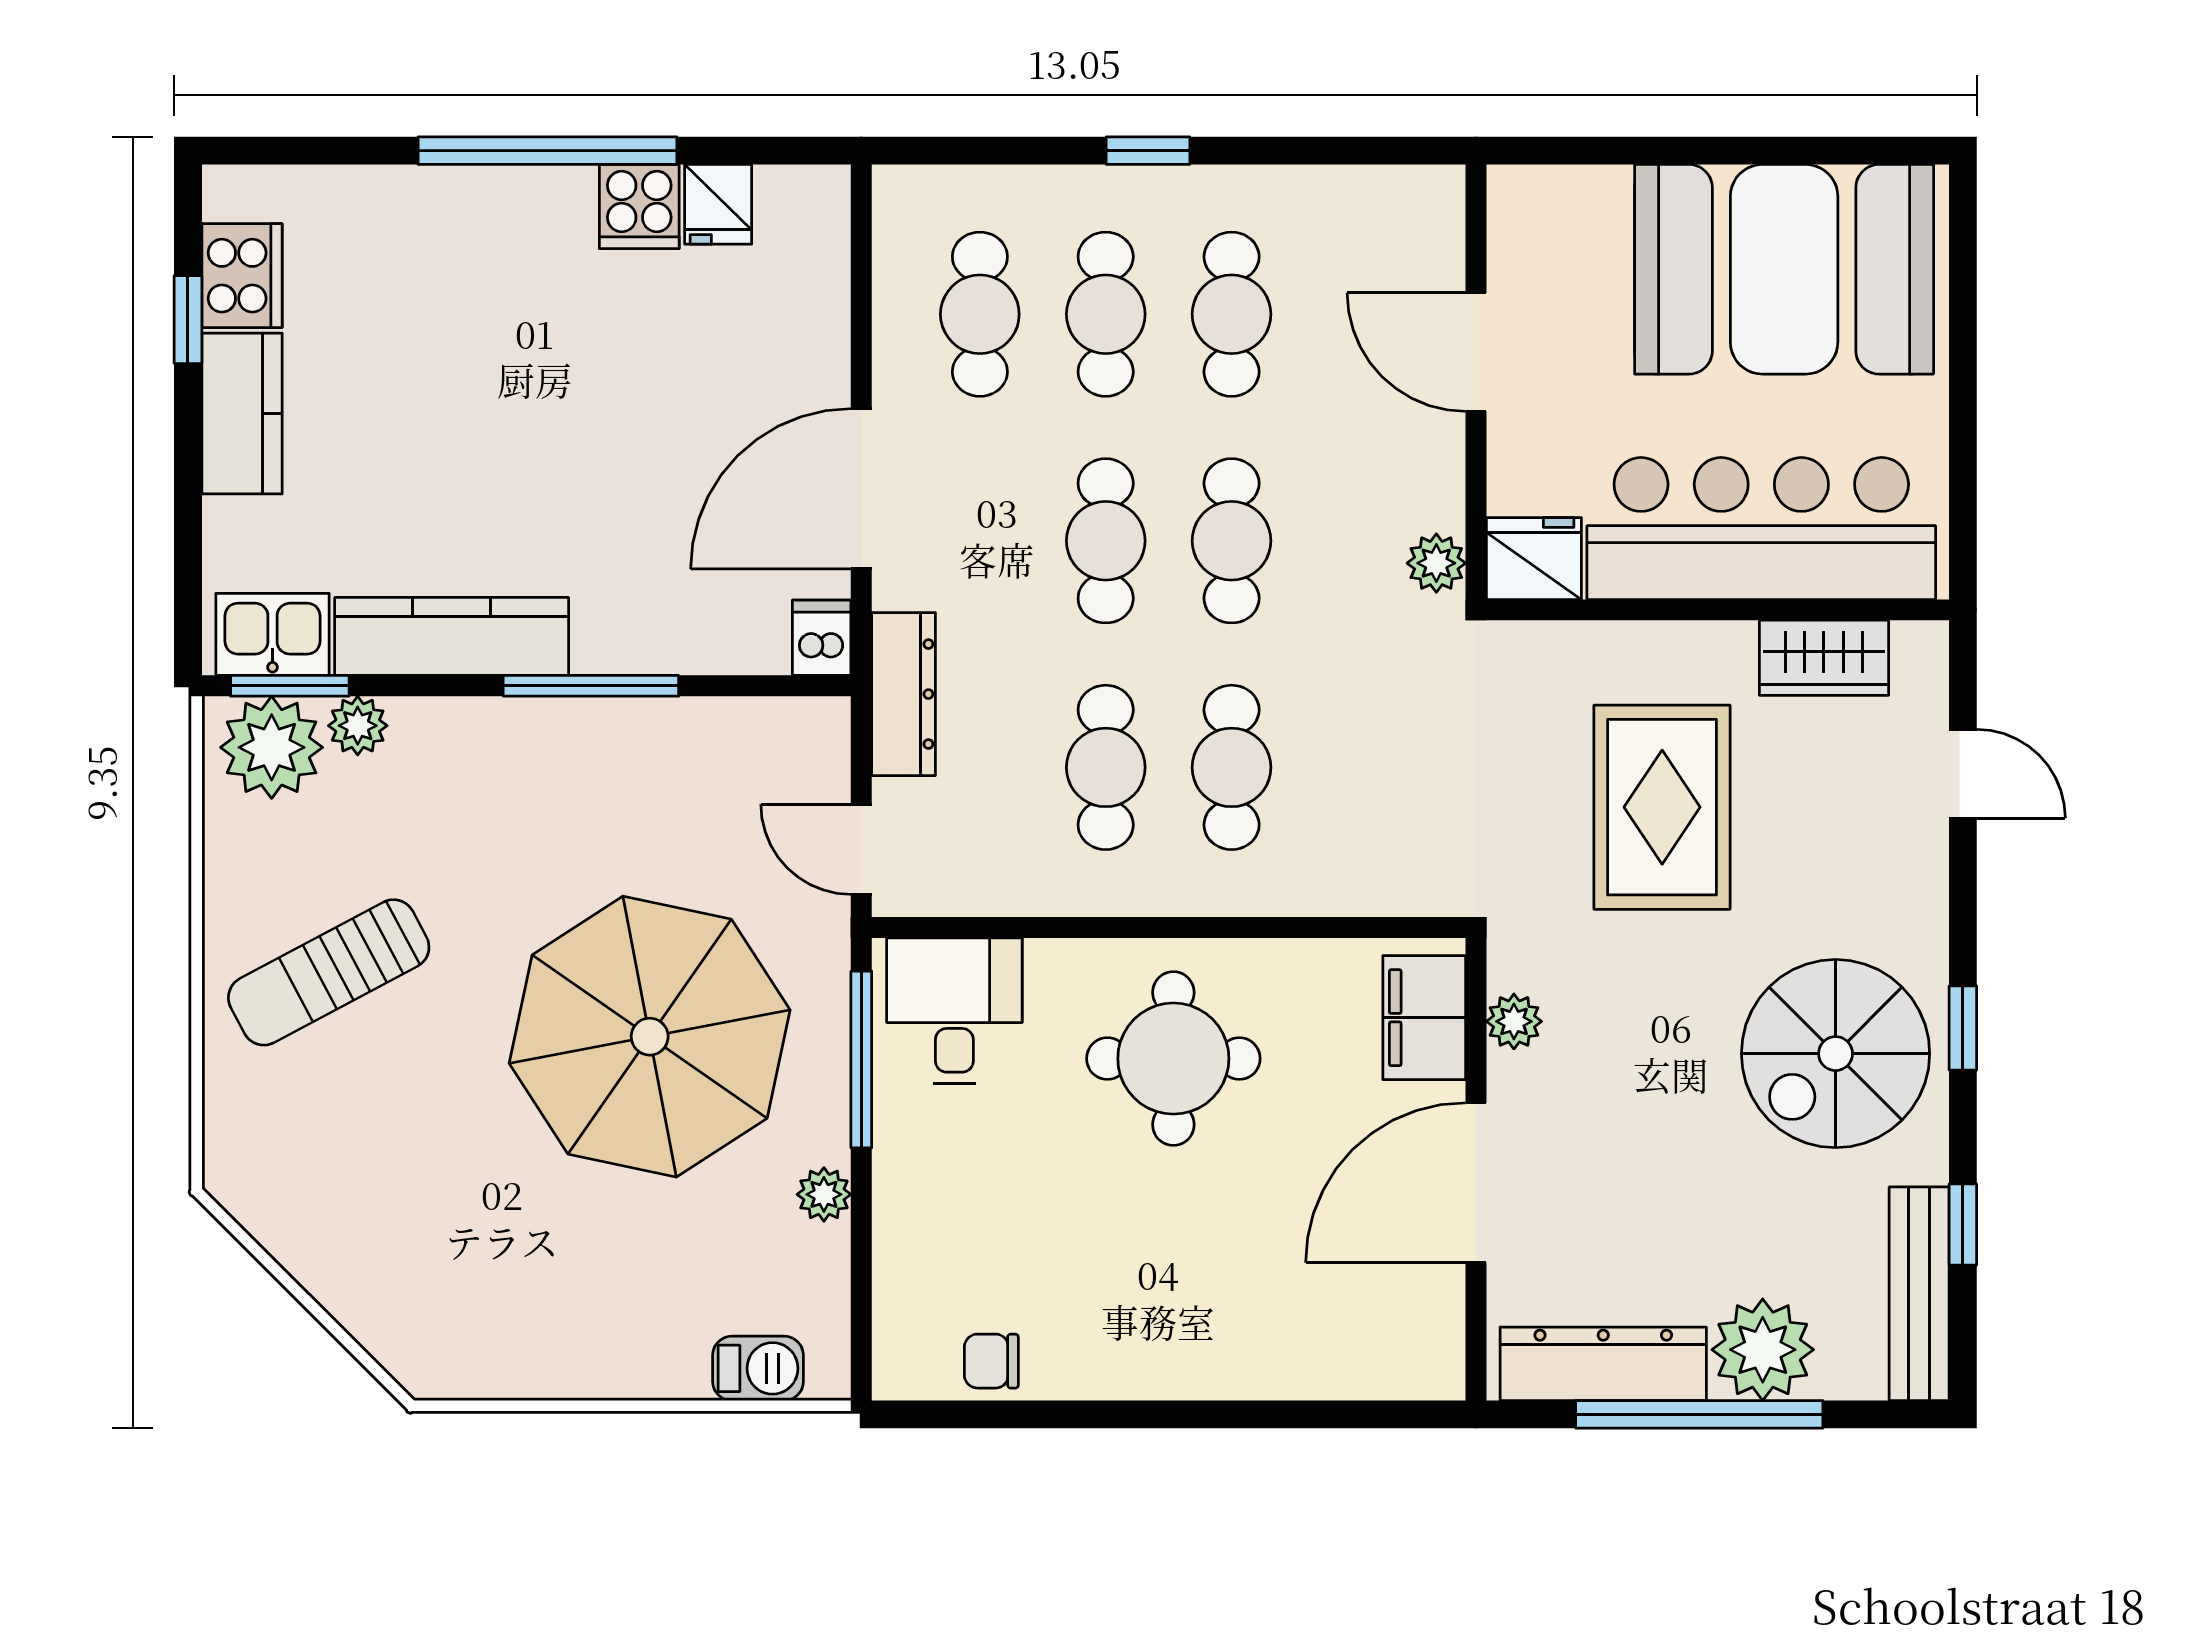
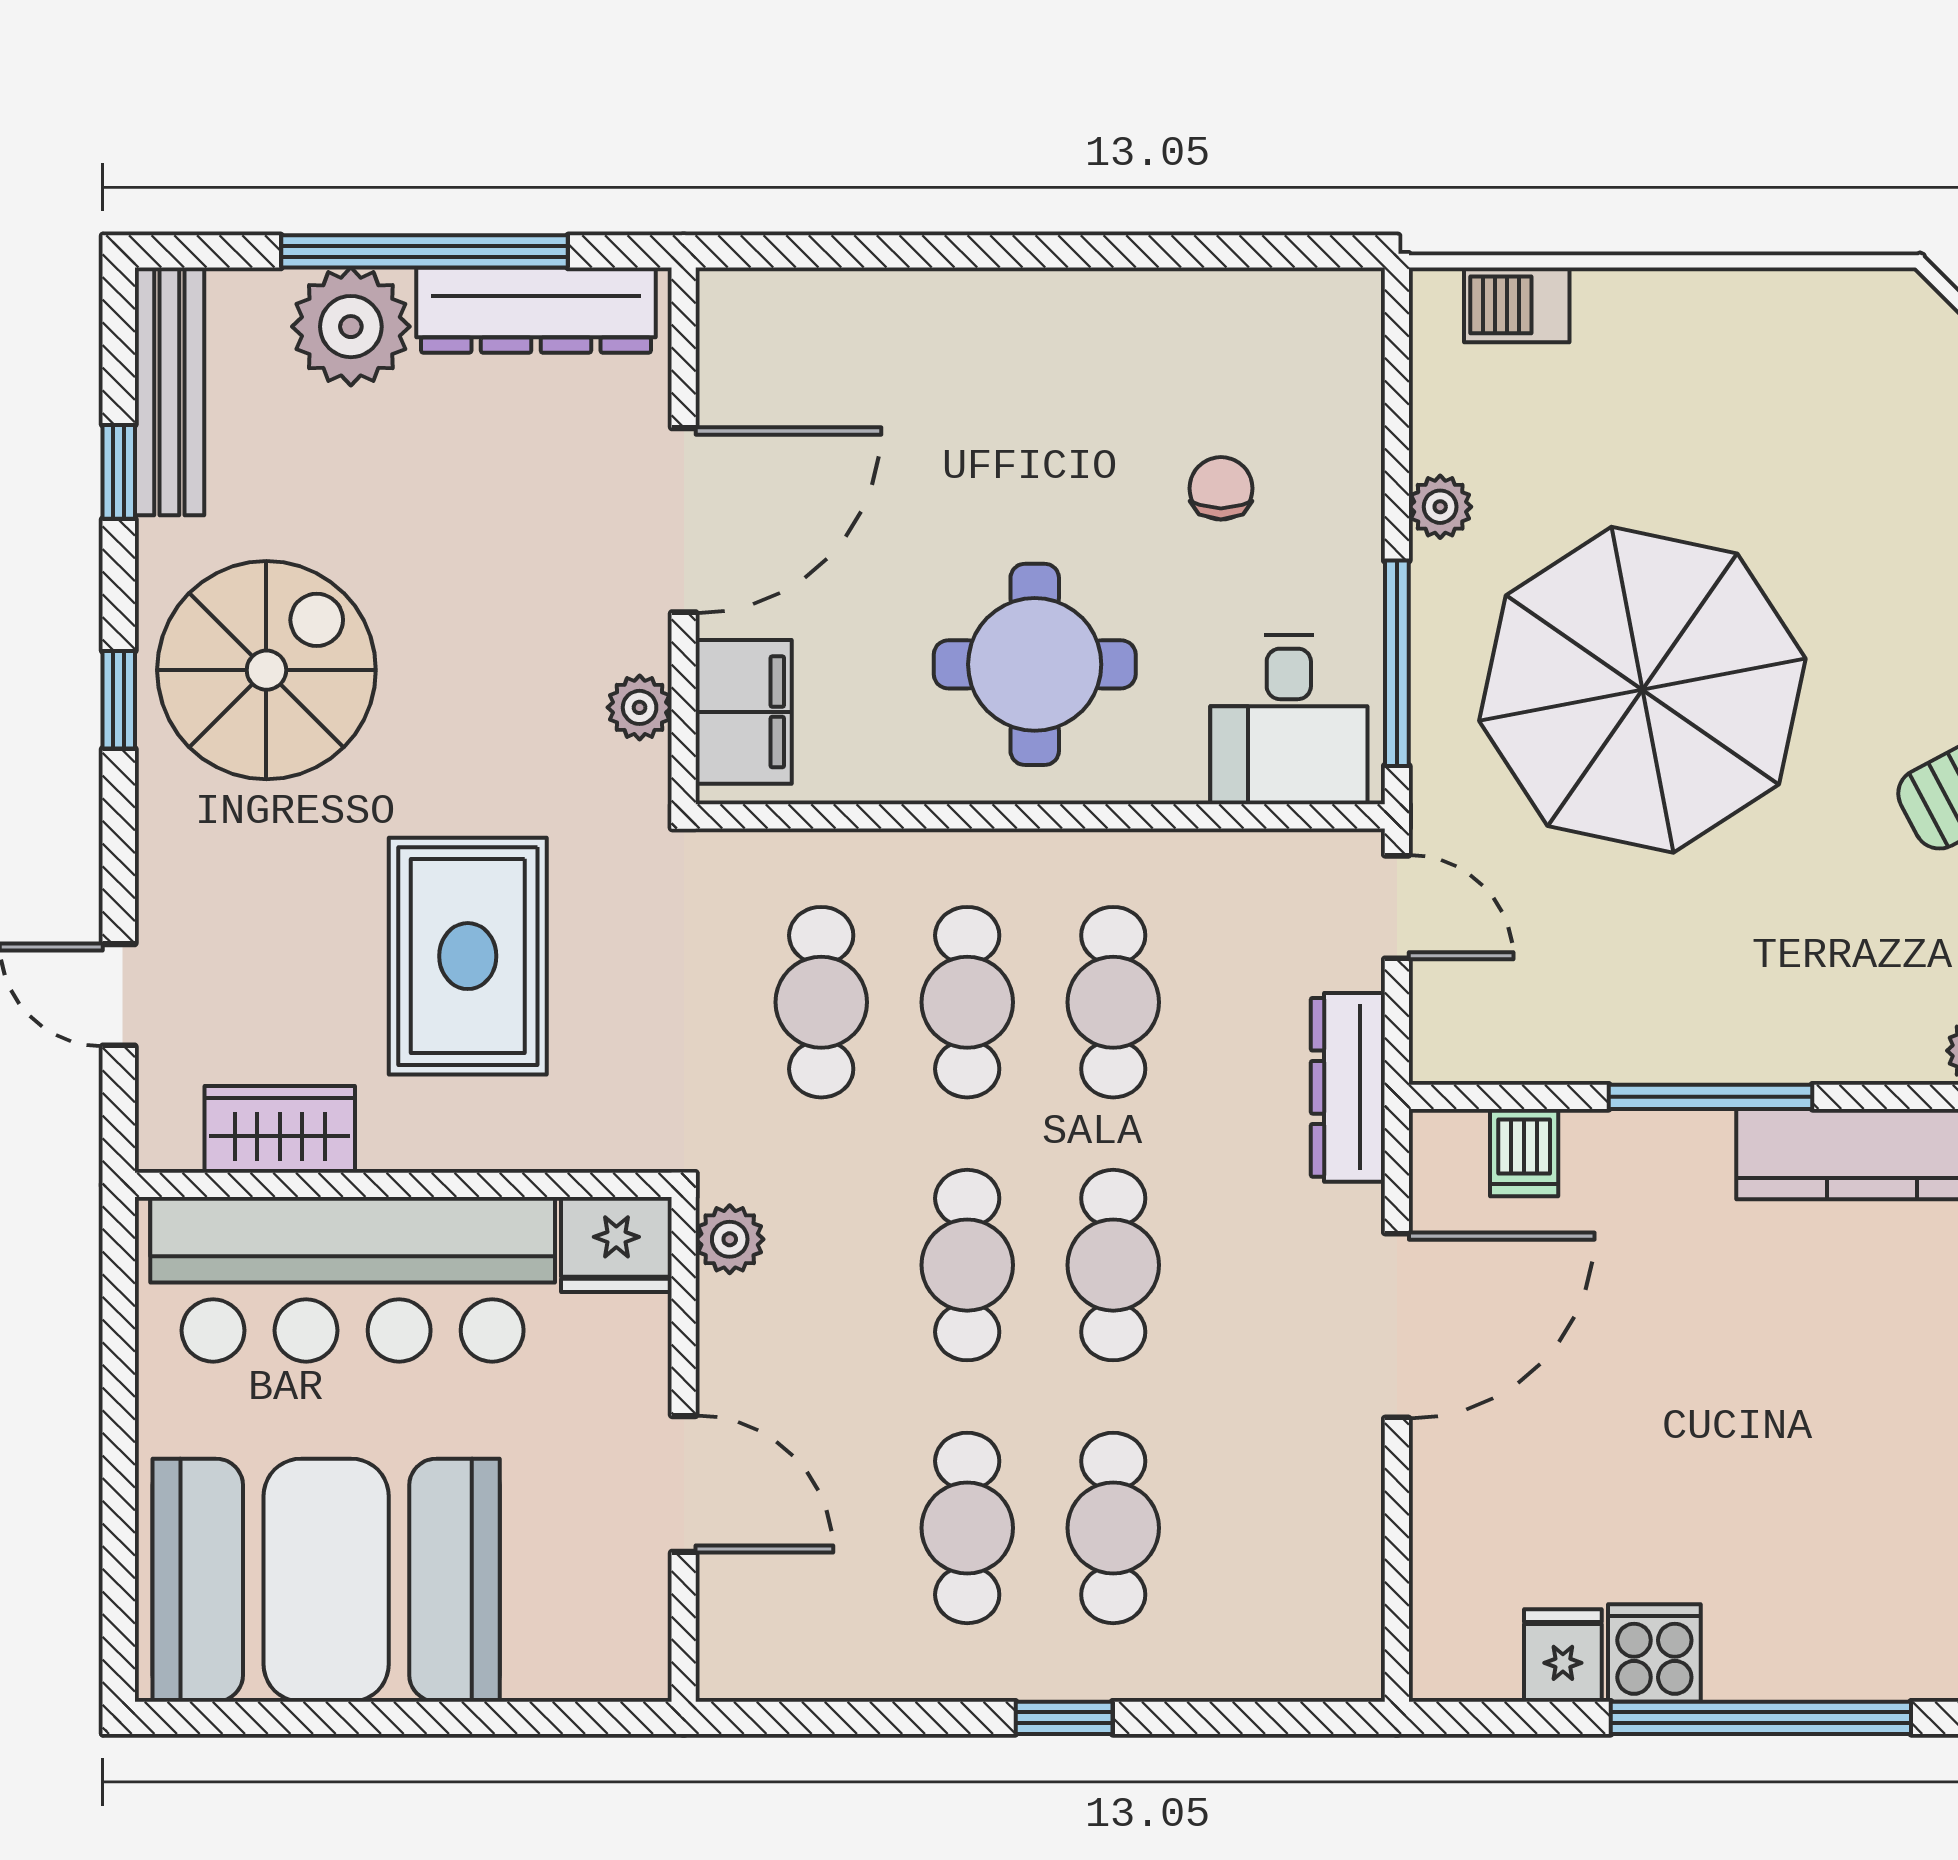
cafe table: (980, 314) -> (821, 1002), moved
dishwasher: (822, 638) -> (1524, 1153), moved
chair: (991, 1361) -> (1221, 488), moved, turned -90

